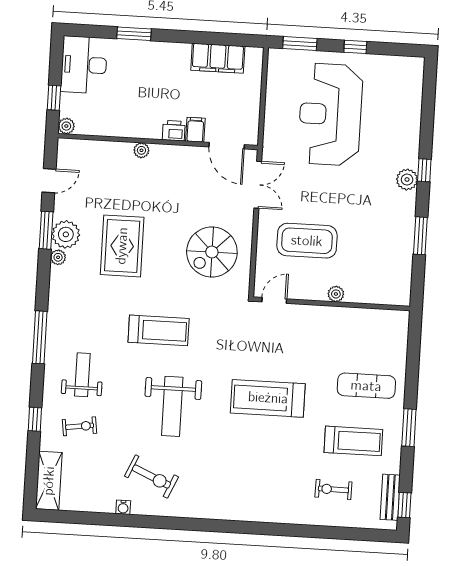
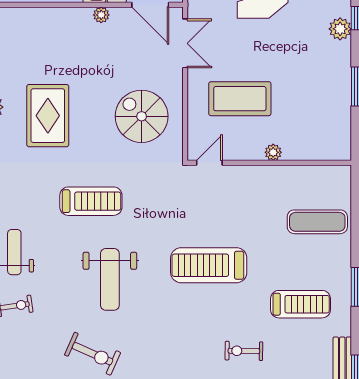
plant: (141, 150) -> (101, 15), moved
spiral stairs: (212, 252) -> (142, 116), turned 90
exercise mat: (366, 386) -> (317, 222), moved
exercise bike: (333, 489) -> (244, 351), moved

